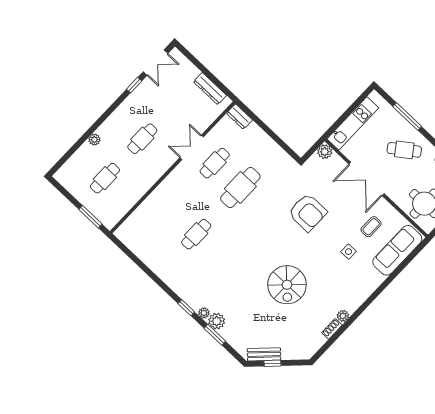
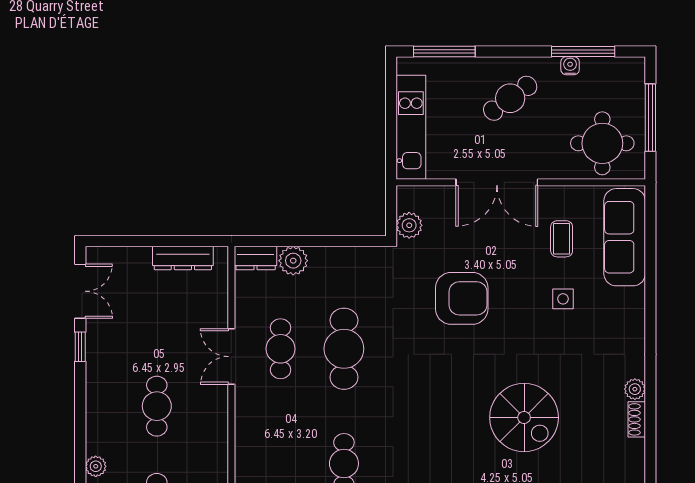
window: (407, 117) -> (444, 52), moved
plant: (254, 132) -> (293, 261), added
plant: (325, 152) -> (409, 225), moved

